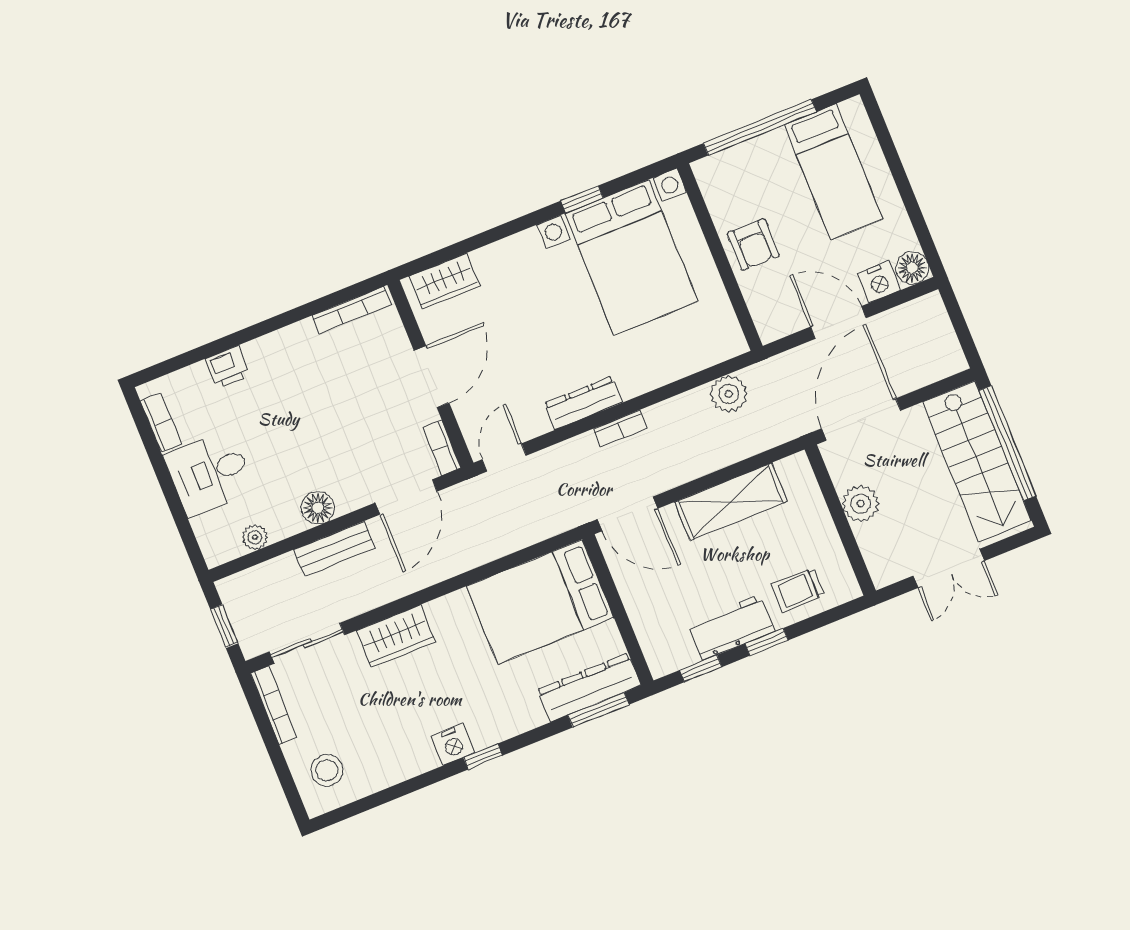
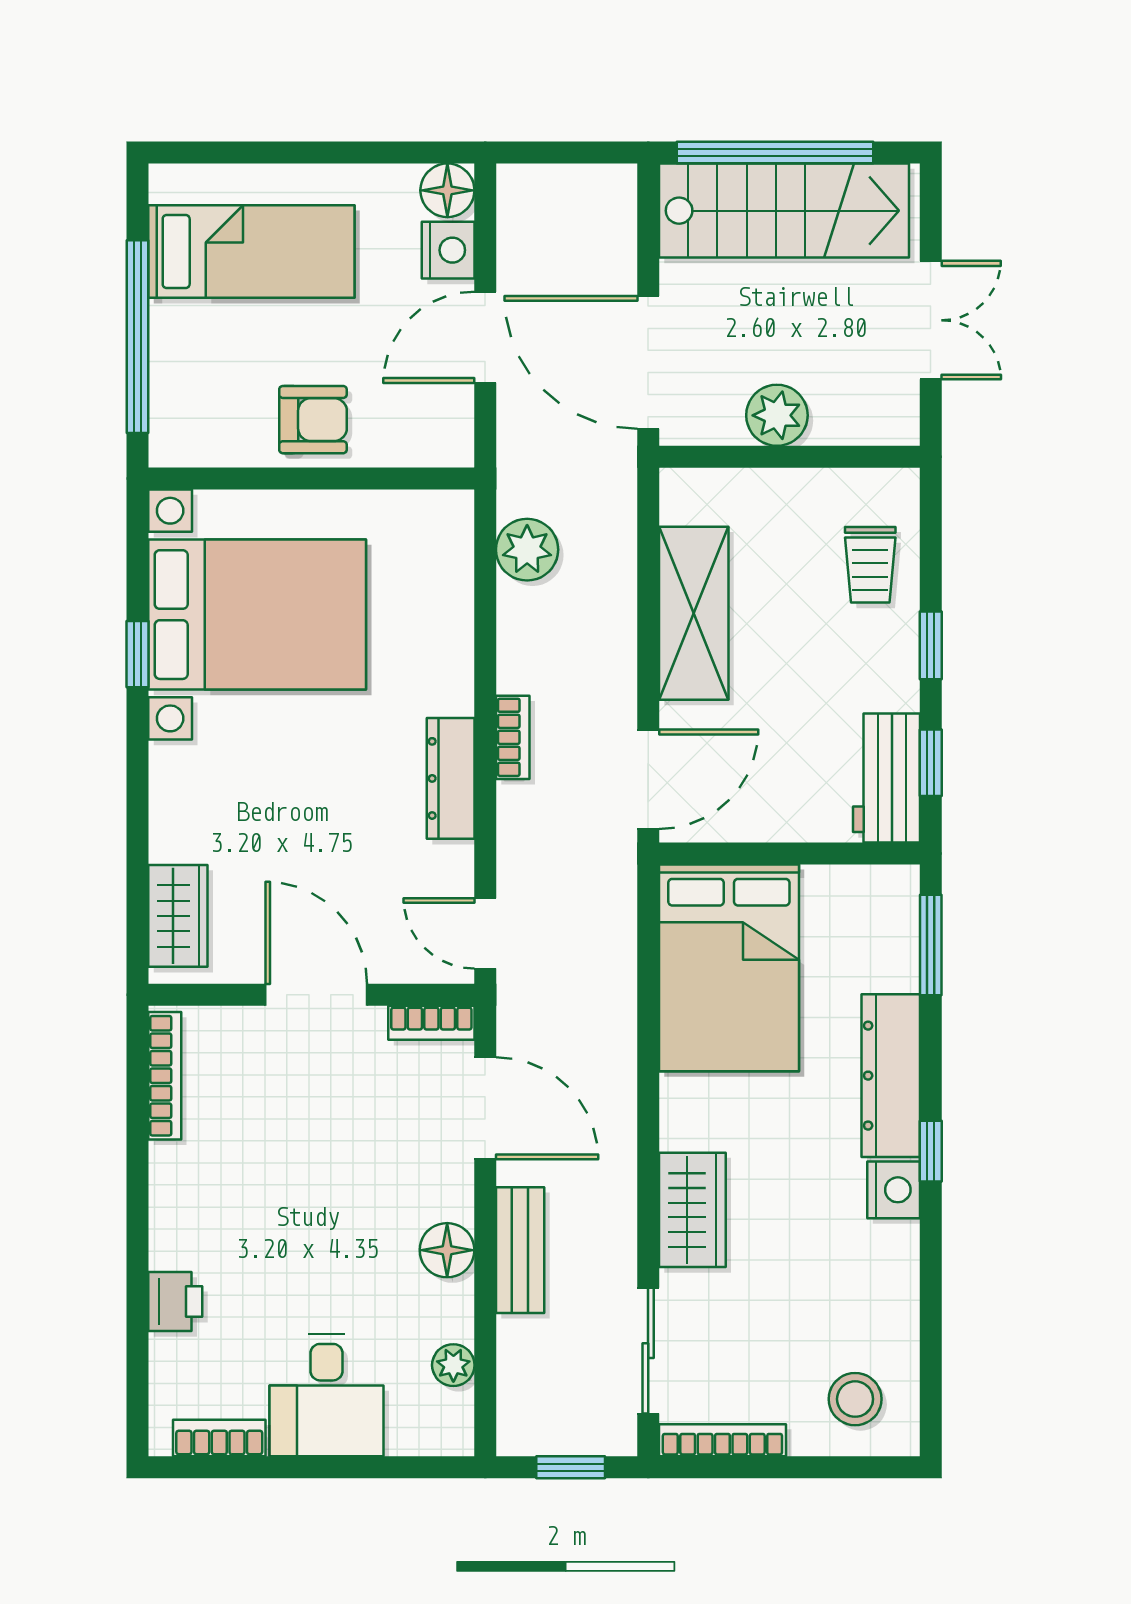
workbench: (731, 627) -> (886, 778), moved
dresser: (589, 688) -> (891, 1076), moved

